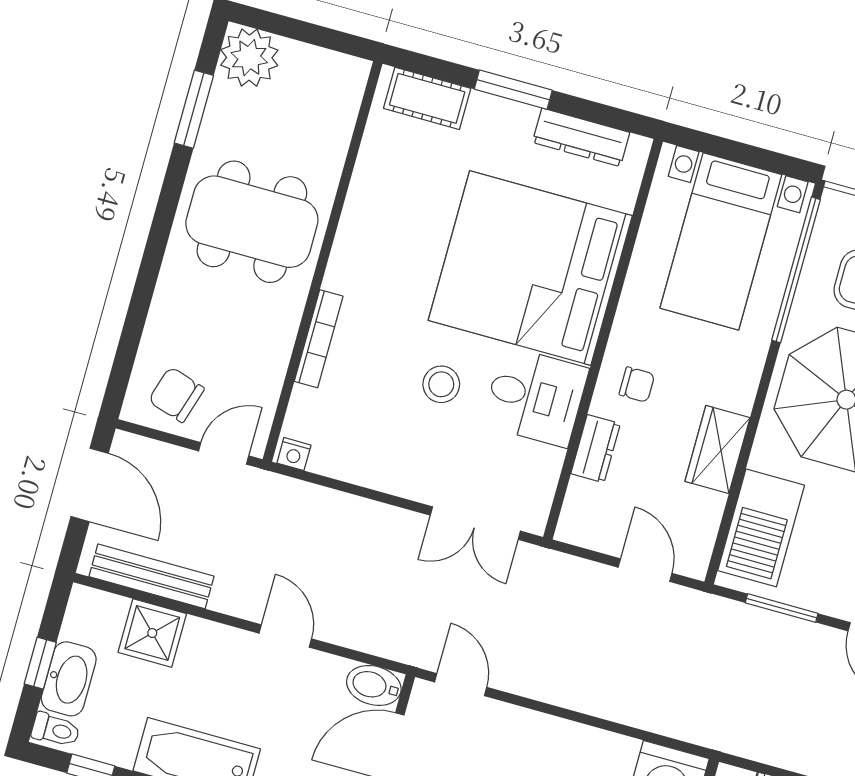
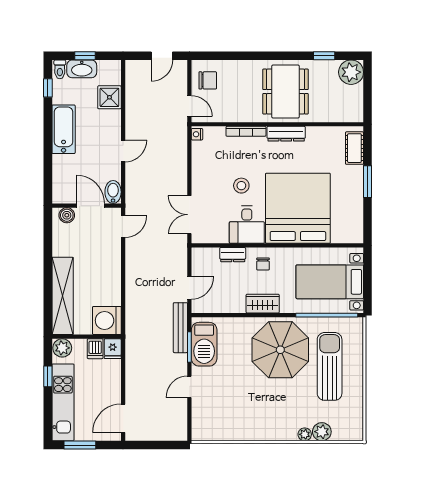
window: (194, 109) -> (324, 56), width x0.67
dresser: (581, 137) -> (286, 134), moved, turned -90
chair: (176, 395) -> (208, 80), turned 73
wardrobe: (717, 449) -> (263, 304), moved
door: (90, 485) -> (162, 56), width x0.73
barbecue: (761, 528) -> (204, 344), moved, turned -90
bench: (151, 576) -> (180, 328), moved

